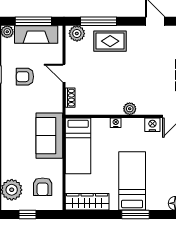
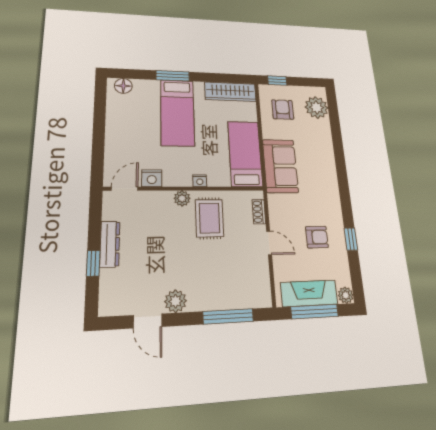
plant: (77, 33) -> (176, 301), moved
rug: (110, 41) -> (209, 218), moved, turned 90
window: (28, 215) -> (277, 81), moved

